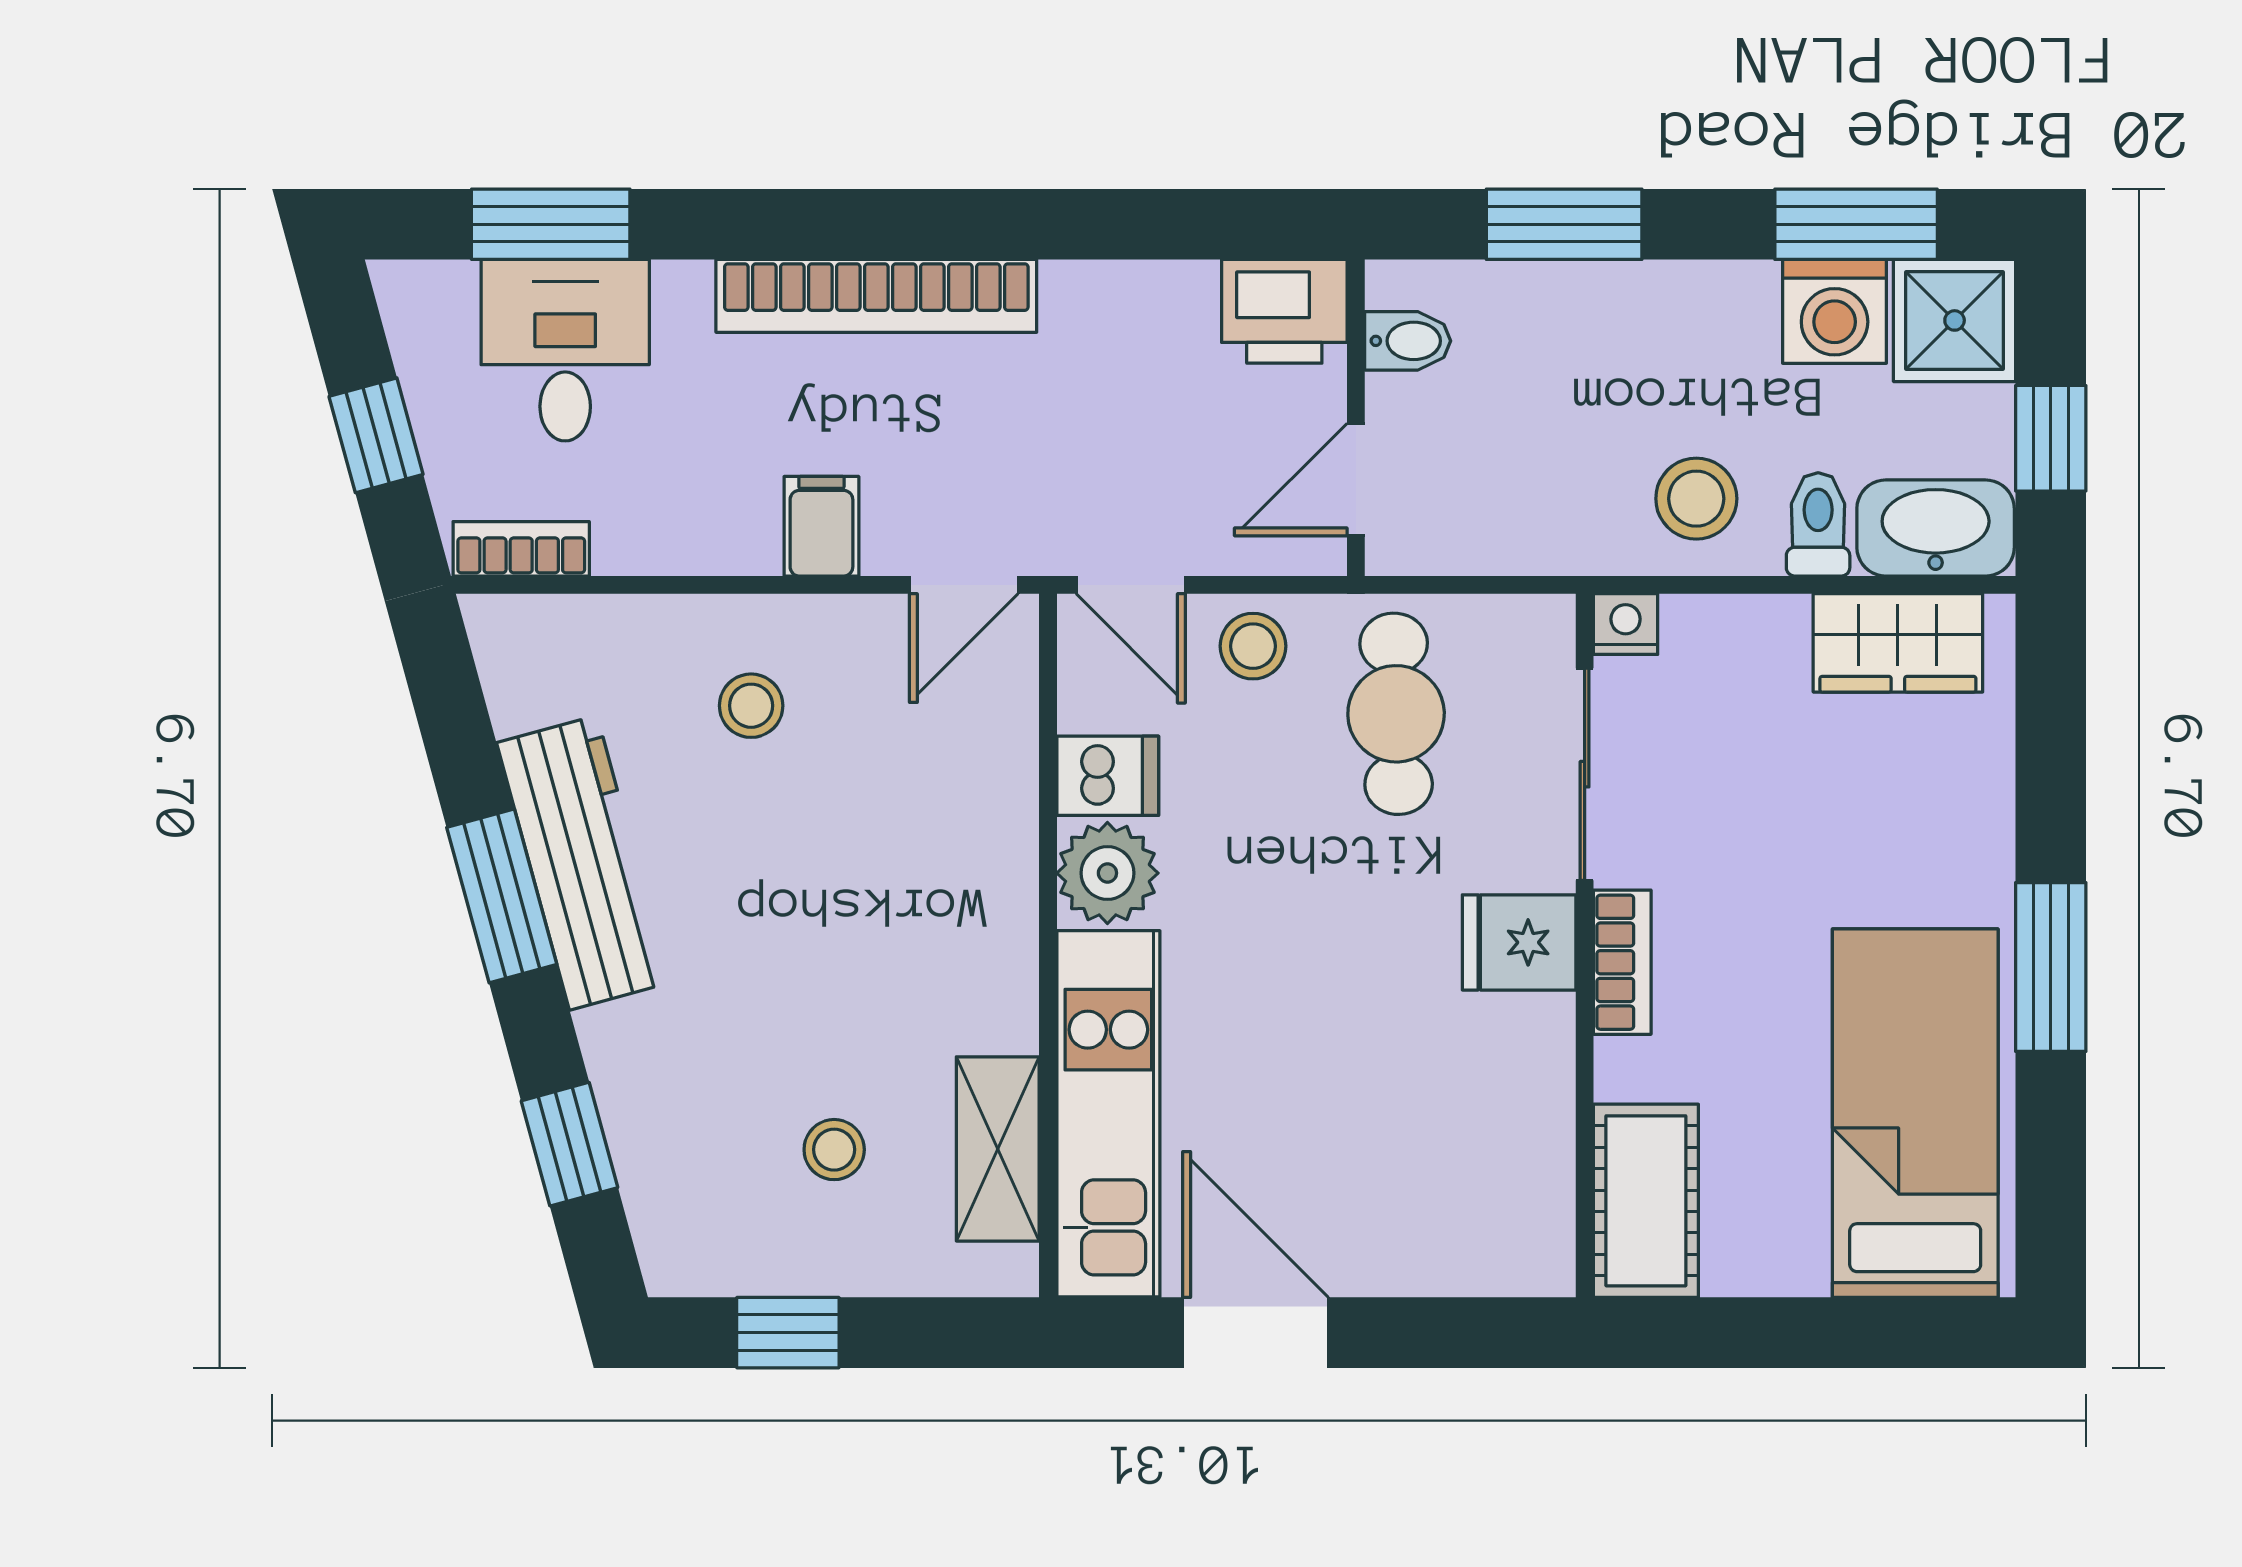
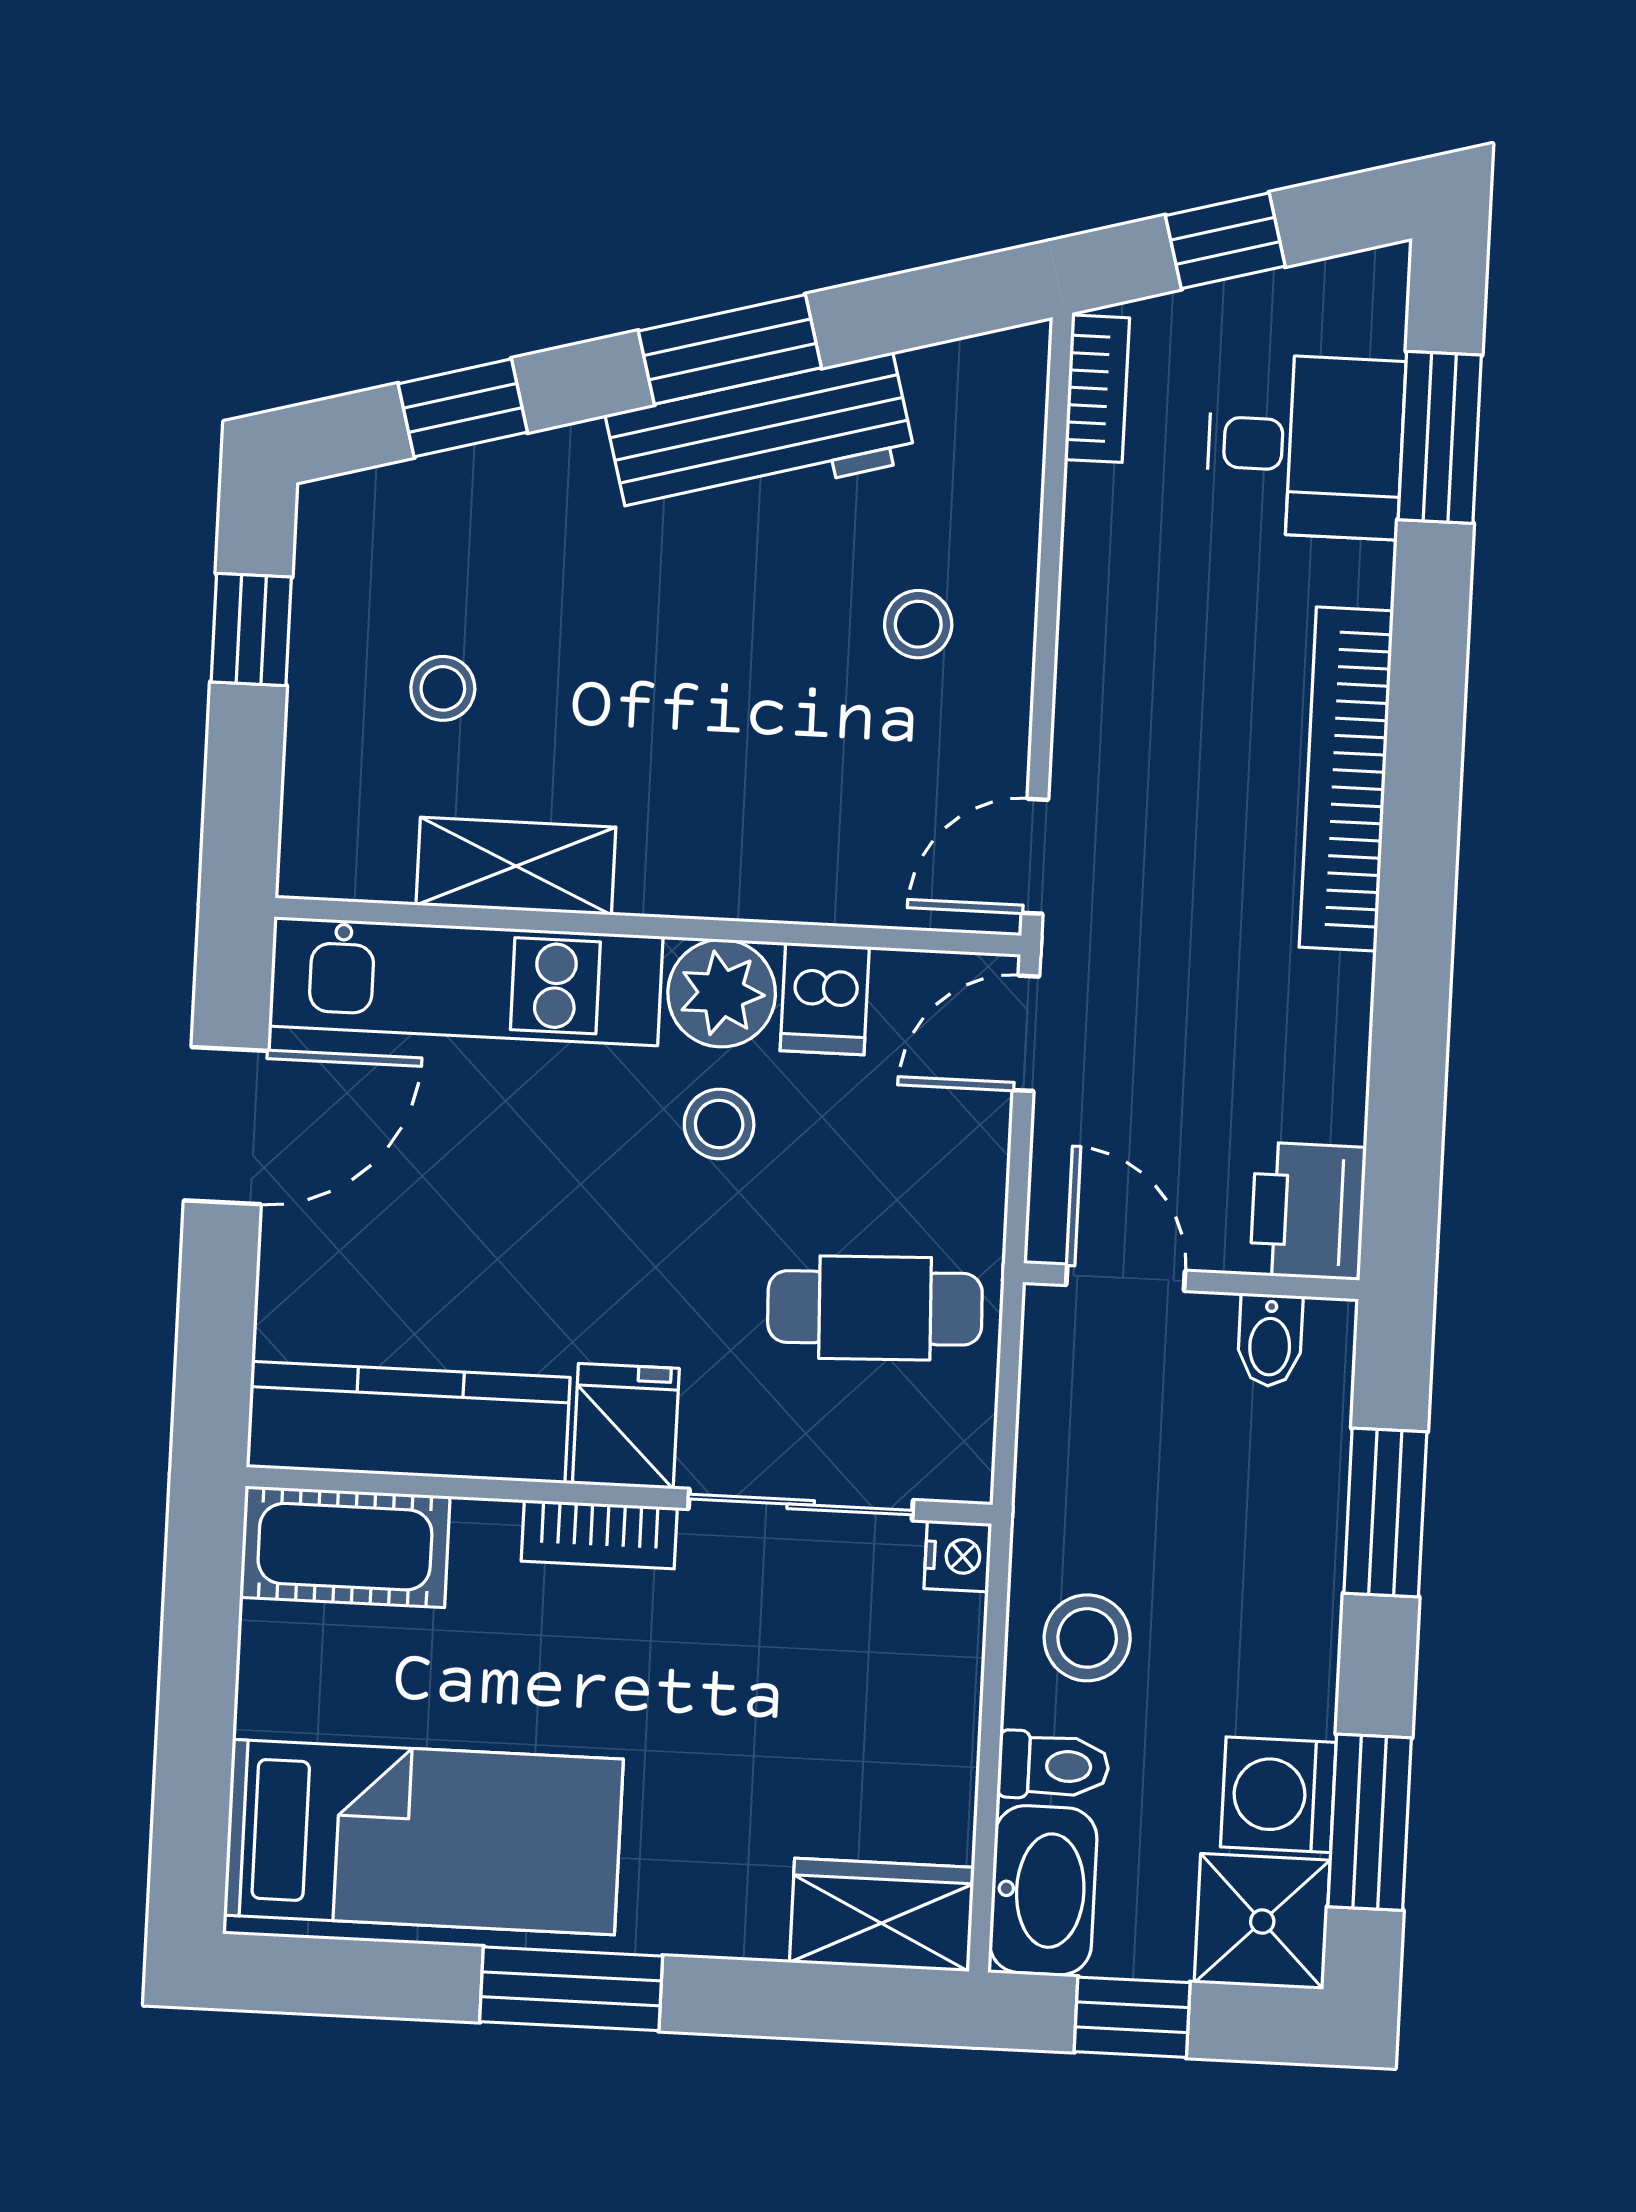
filing cabinet: (821, 526) -> (1105, 708), removed
door: (964, 585) -> (1035, 856), hinge flipped
wardrobe: (1898, 643) -> (882, 1915), moved, turned 90
stool: (1253, 646) -> (719, 1124), moved
kitchen counter: (1526, 1147) -> (409, 1422), added
shelving: (998, 1149) -> (516, 866), moved

